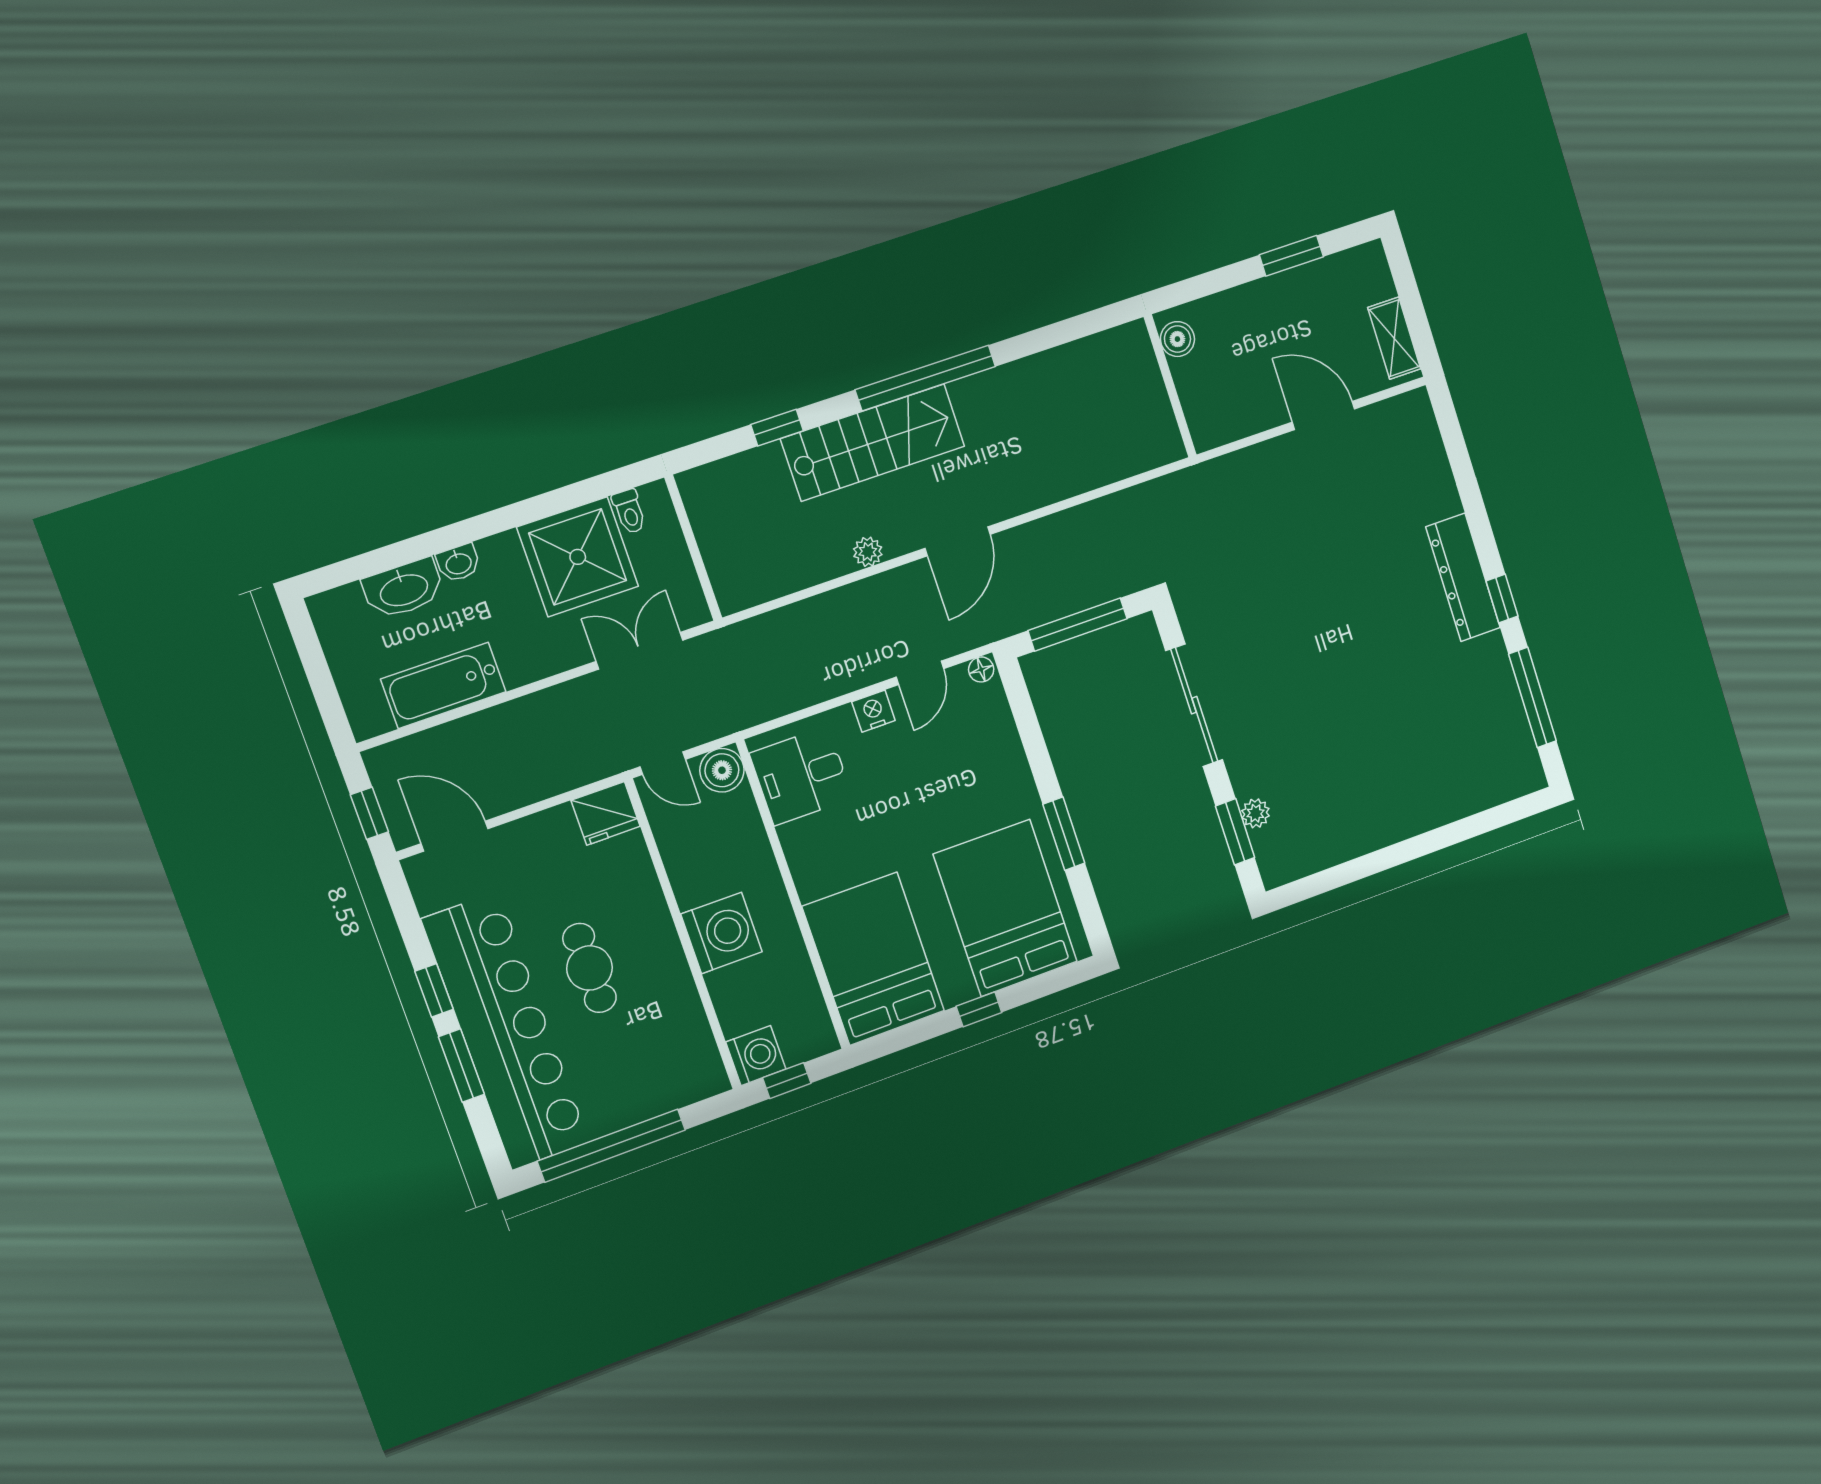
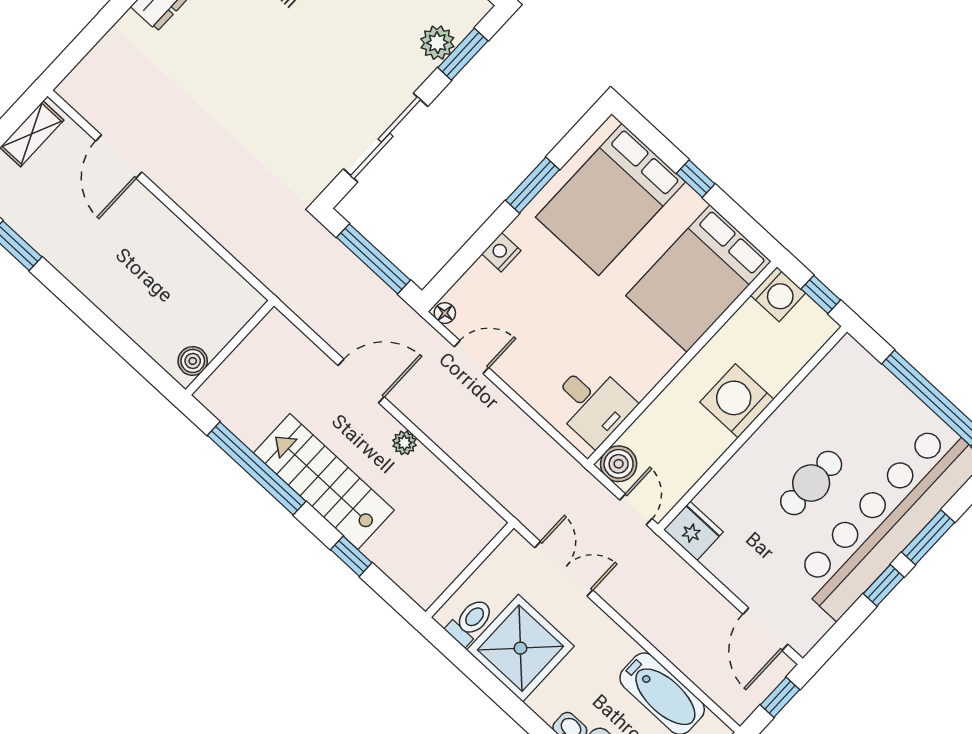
boiler: (1177, 339) -> (193, 361), moved
wall: (1170, 386) -> (230, 348), moved
toilet: (629, 511) -> (470, 622), width x1.37, depth x1.39
double door: (640, 651) -> (564, 569), swing flipped
nightstand: (873, 711) -> (501, 252), moved, turned 90
plant: (1255, 813) -> (437, 43), width x1.38, depth x1.38
washing machine: (756, 1056) -> (778, 294), moved, turned 180

